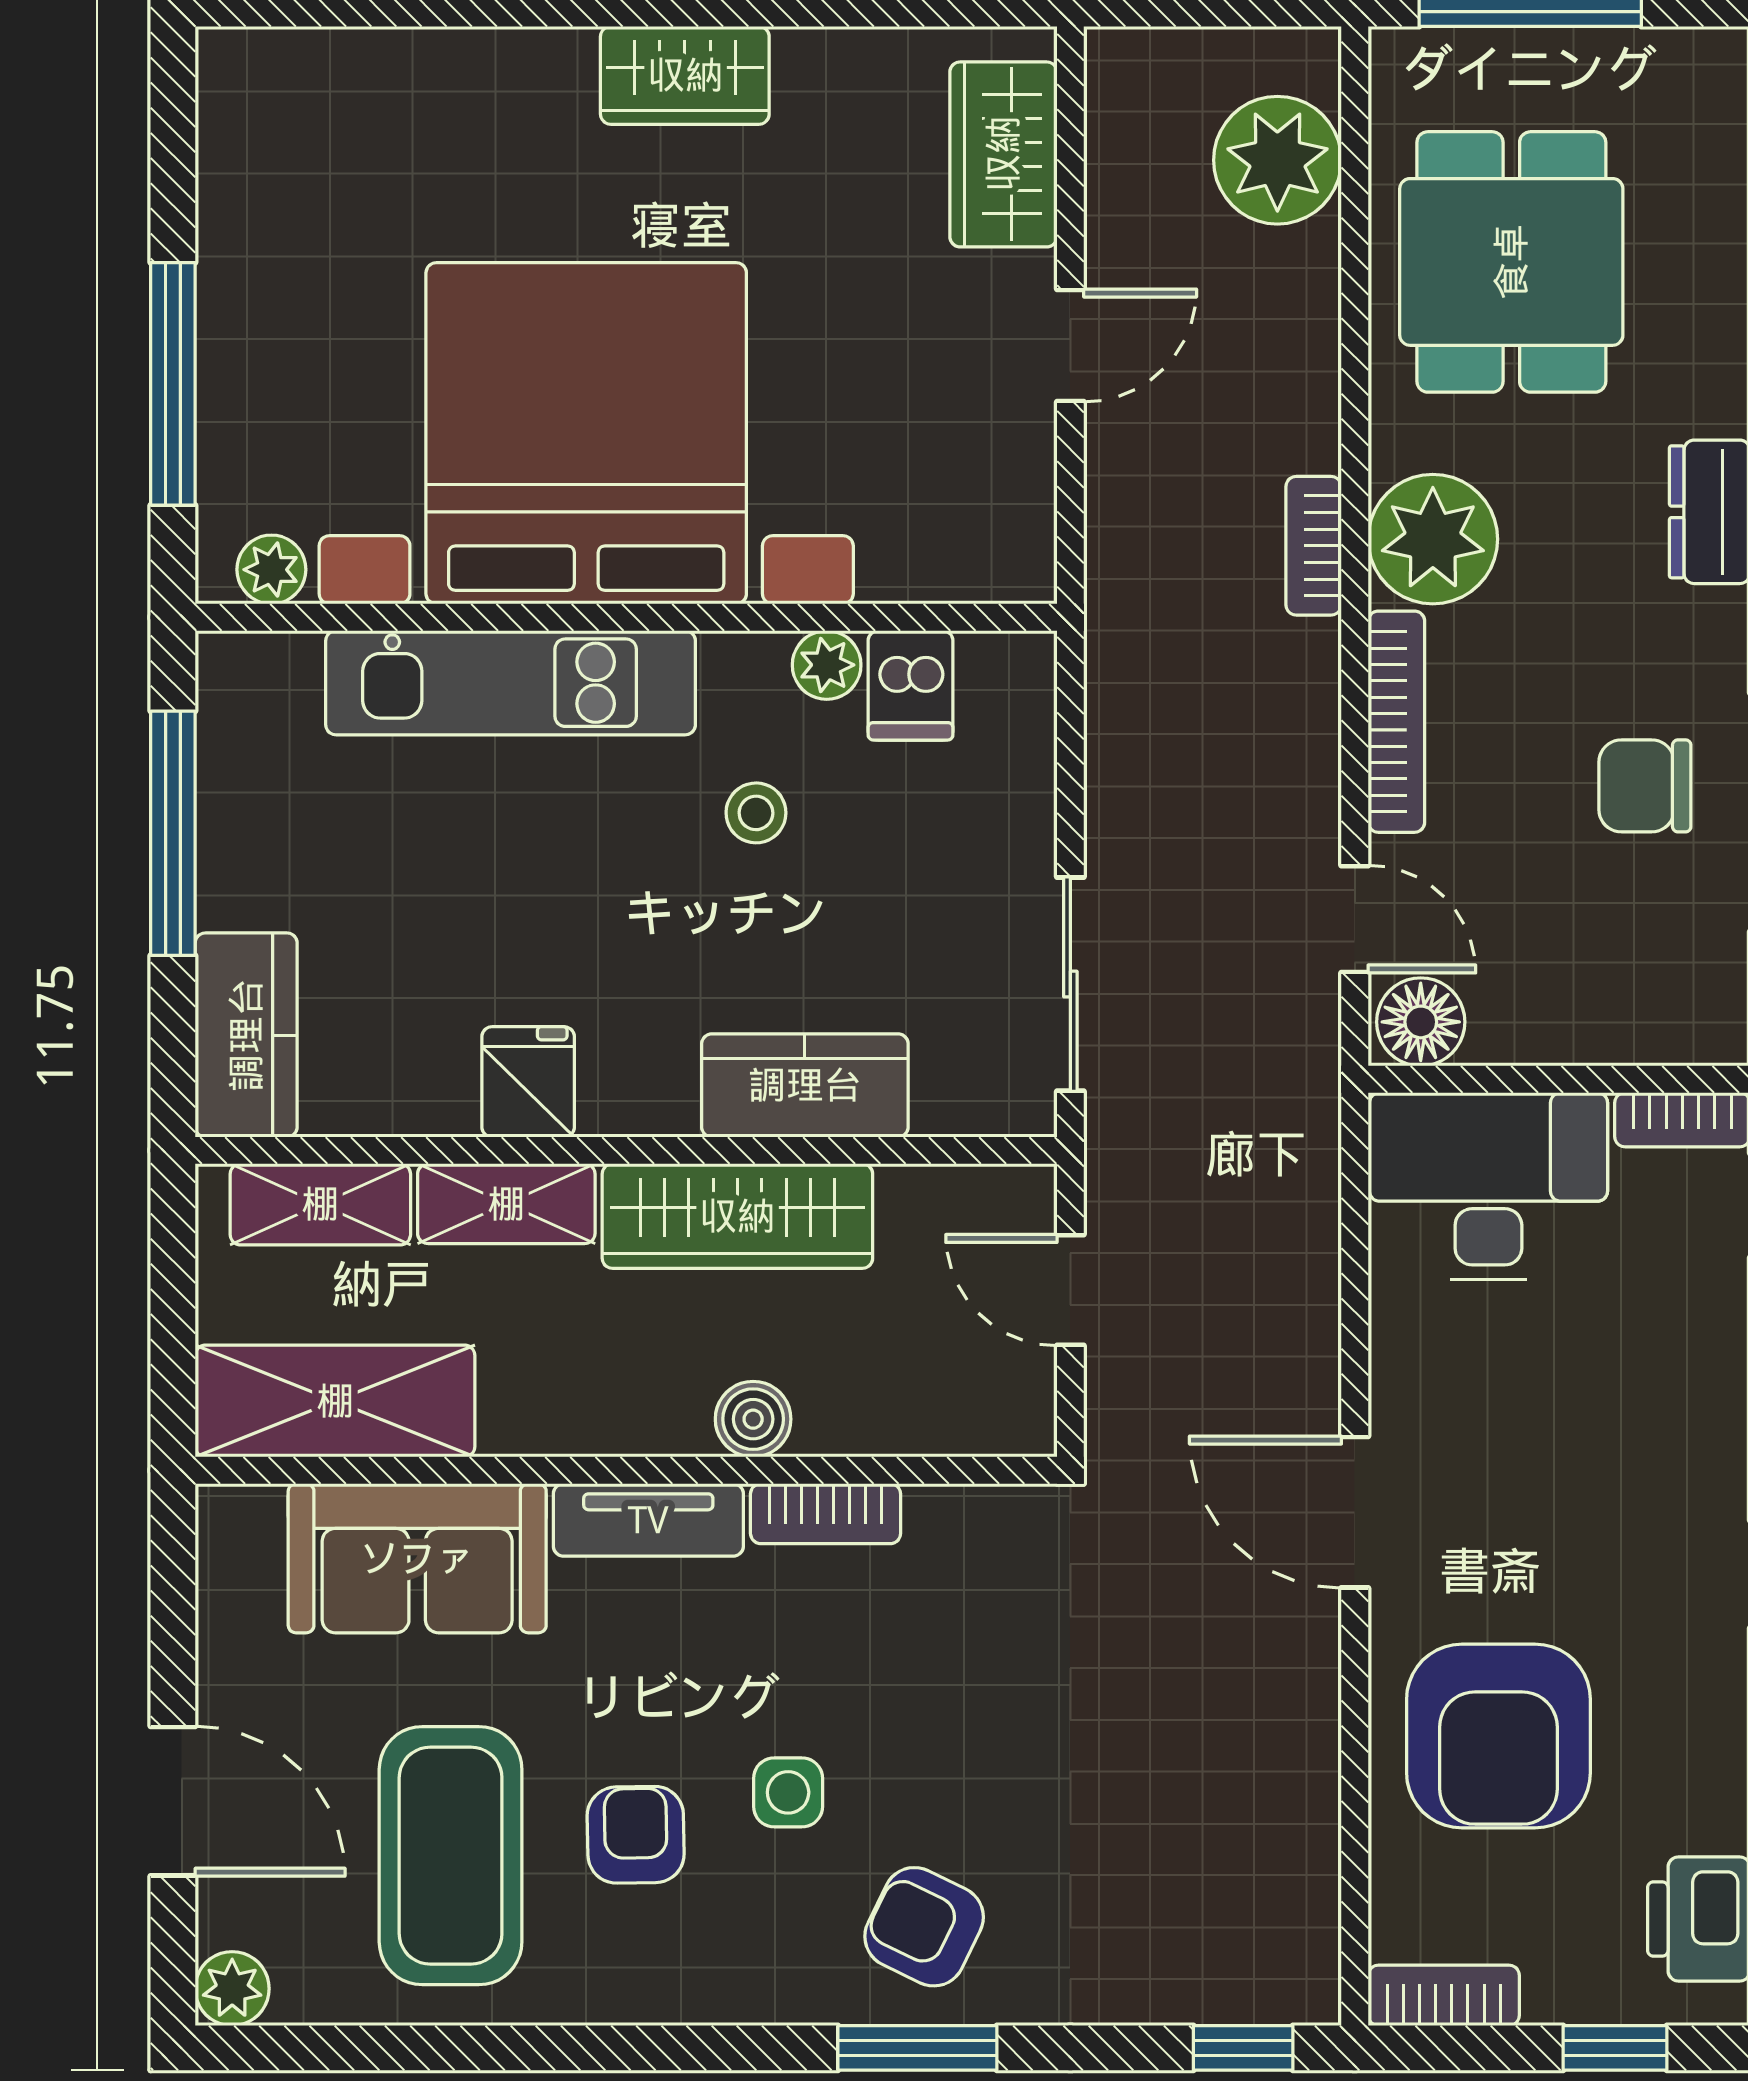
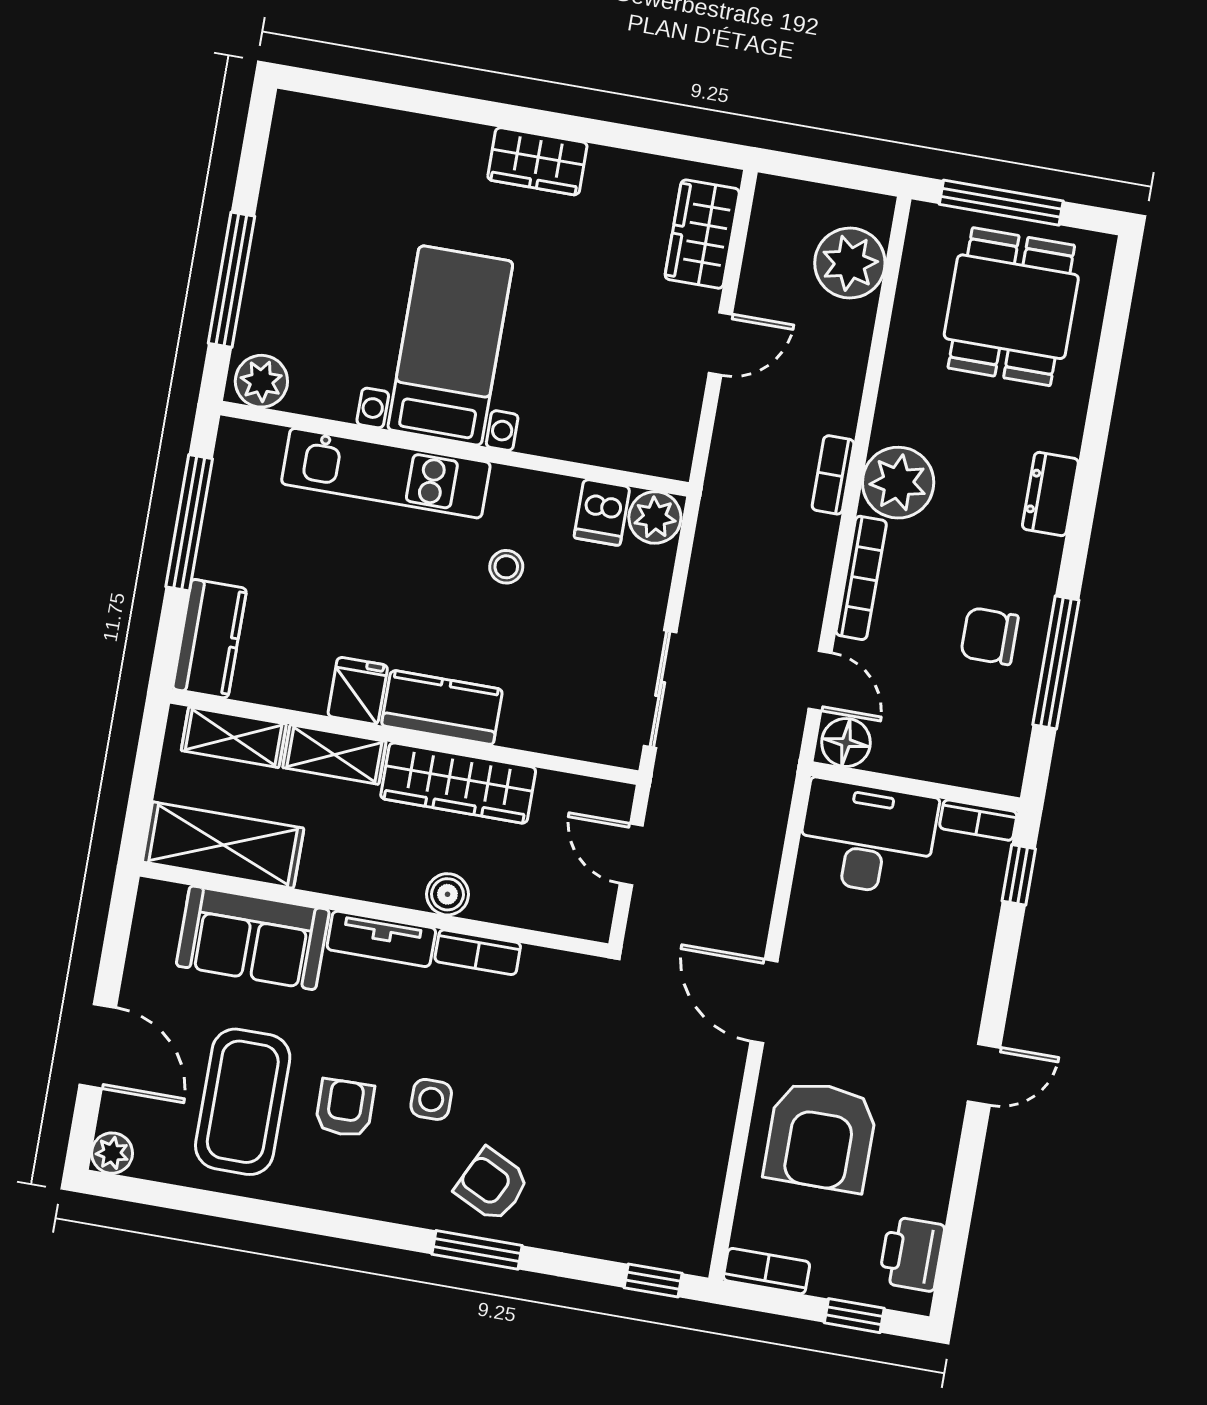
dining table: (1511, 262) -> (1011, 307), moved
bed with nightstands: (586, 433) -> (450, 345), width x0.54
plant: (271, 570) -> (261, 381), width x1.38, depth x1.38
plant: (827, 665) -> (655, 517), moved, width x1.38, depth x1.38
kitchen counter: (805, 1085) -> (442, 707), moved

